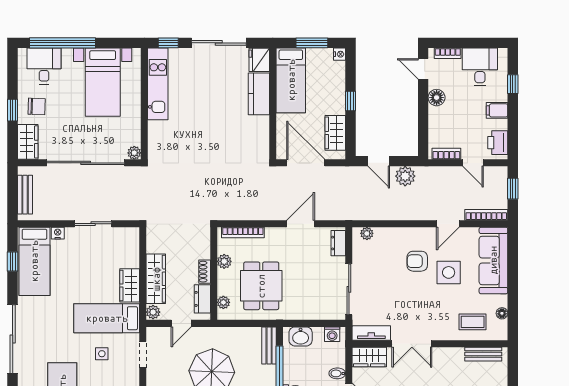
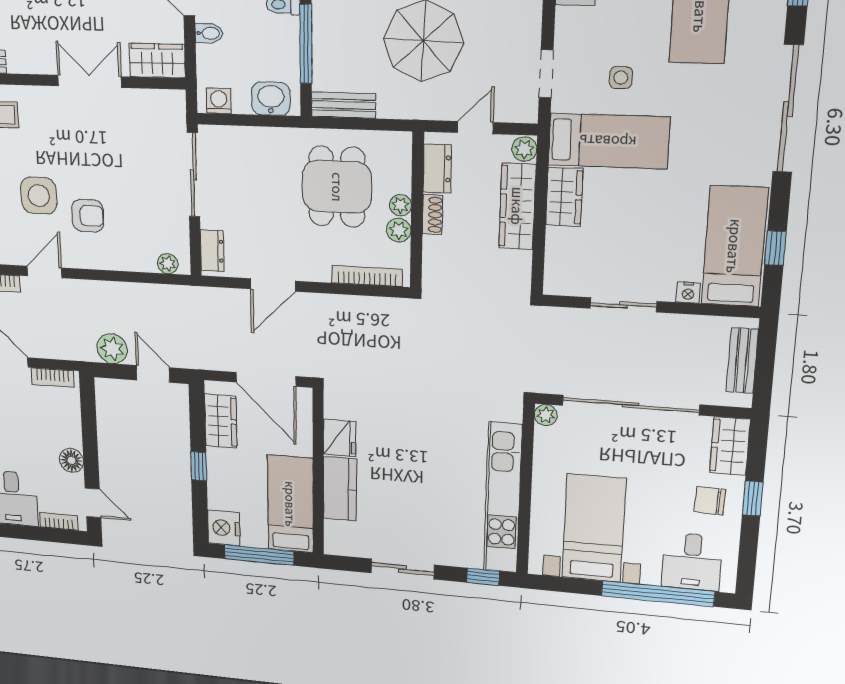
sliding door: (219, 43) -> (403, 569), width x0.73
window: (312, 43) -> (259, 555), width x1.44
nightstand: (340, 54) -> (224, 528), width x1.89, depth x1.79
fridge: (259, 60) -> (340, 438), moved
kitchen unit: (158, 84) -> (503, 498), width x1.36
plant: (223, 302) -> (400, 205), moved
tv unit: (371, 333) -> (155, 101), removed
bench: (269, 345) -> (343, 105), moved, turned 90

